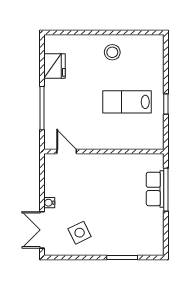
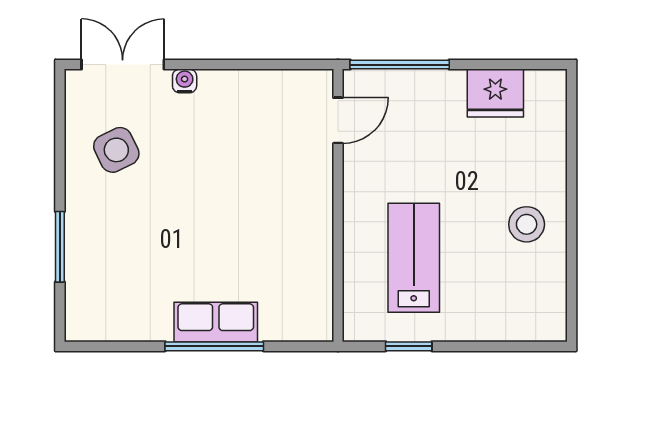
door: (67, 152) -> (338, 120), moved
wall: (104, 152) -> (338, 205), moved

